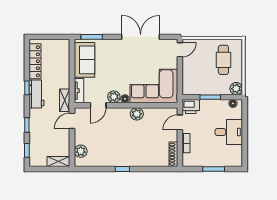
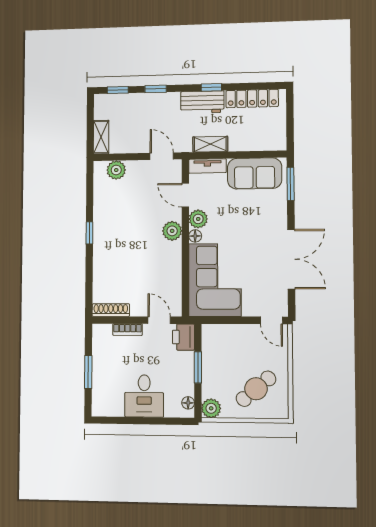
cafe table: (223, 60) -> (256, 389), turned -40
shelving: (65, 100) -> (210, 144), moved
plant: (137, 114) -> (172, 231), moved

